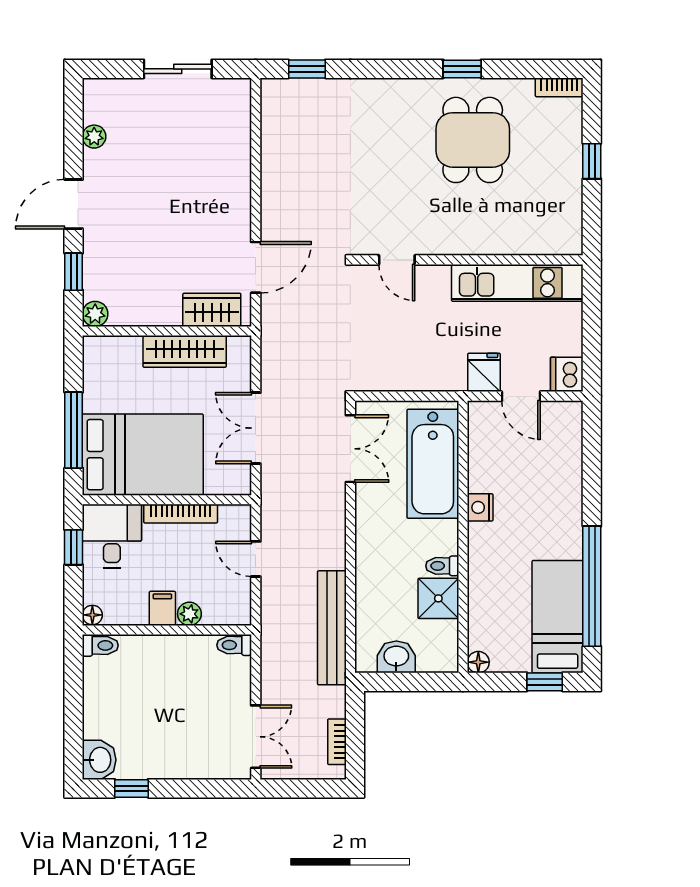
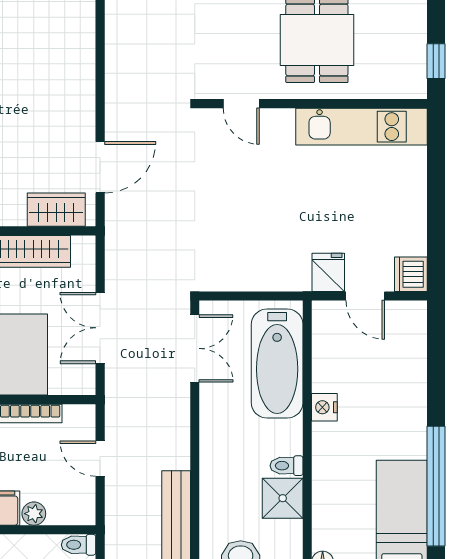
door: (397, 260) -> (241, 104), moved
wall: (469, 260) -> (313, 104), moved
kitchen unit: (517, 283) -> (362, 127), moved

